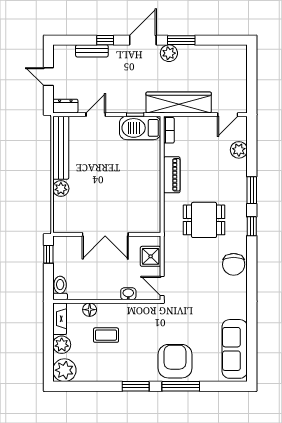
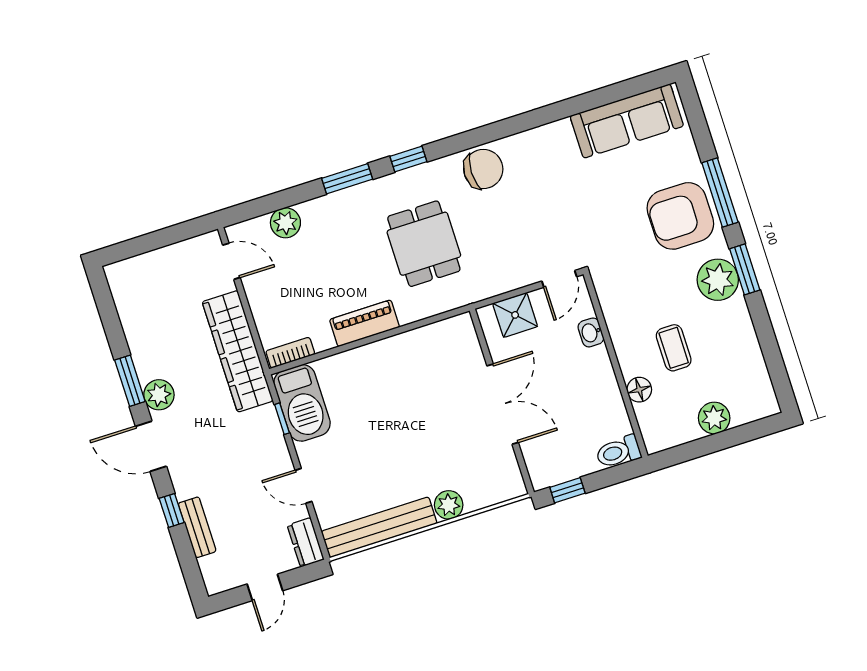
fireplace: (60, 319) -> (671, 436), removed
plant: (64, 370) -> (718, 280), moved

